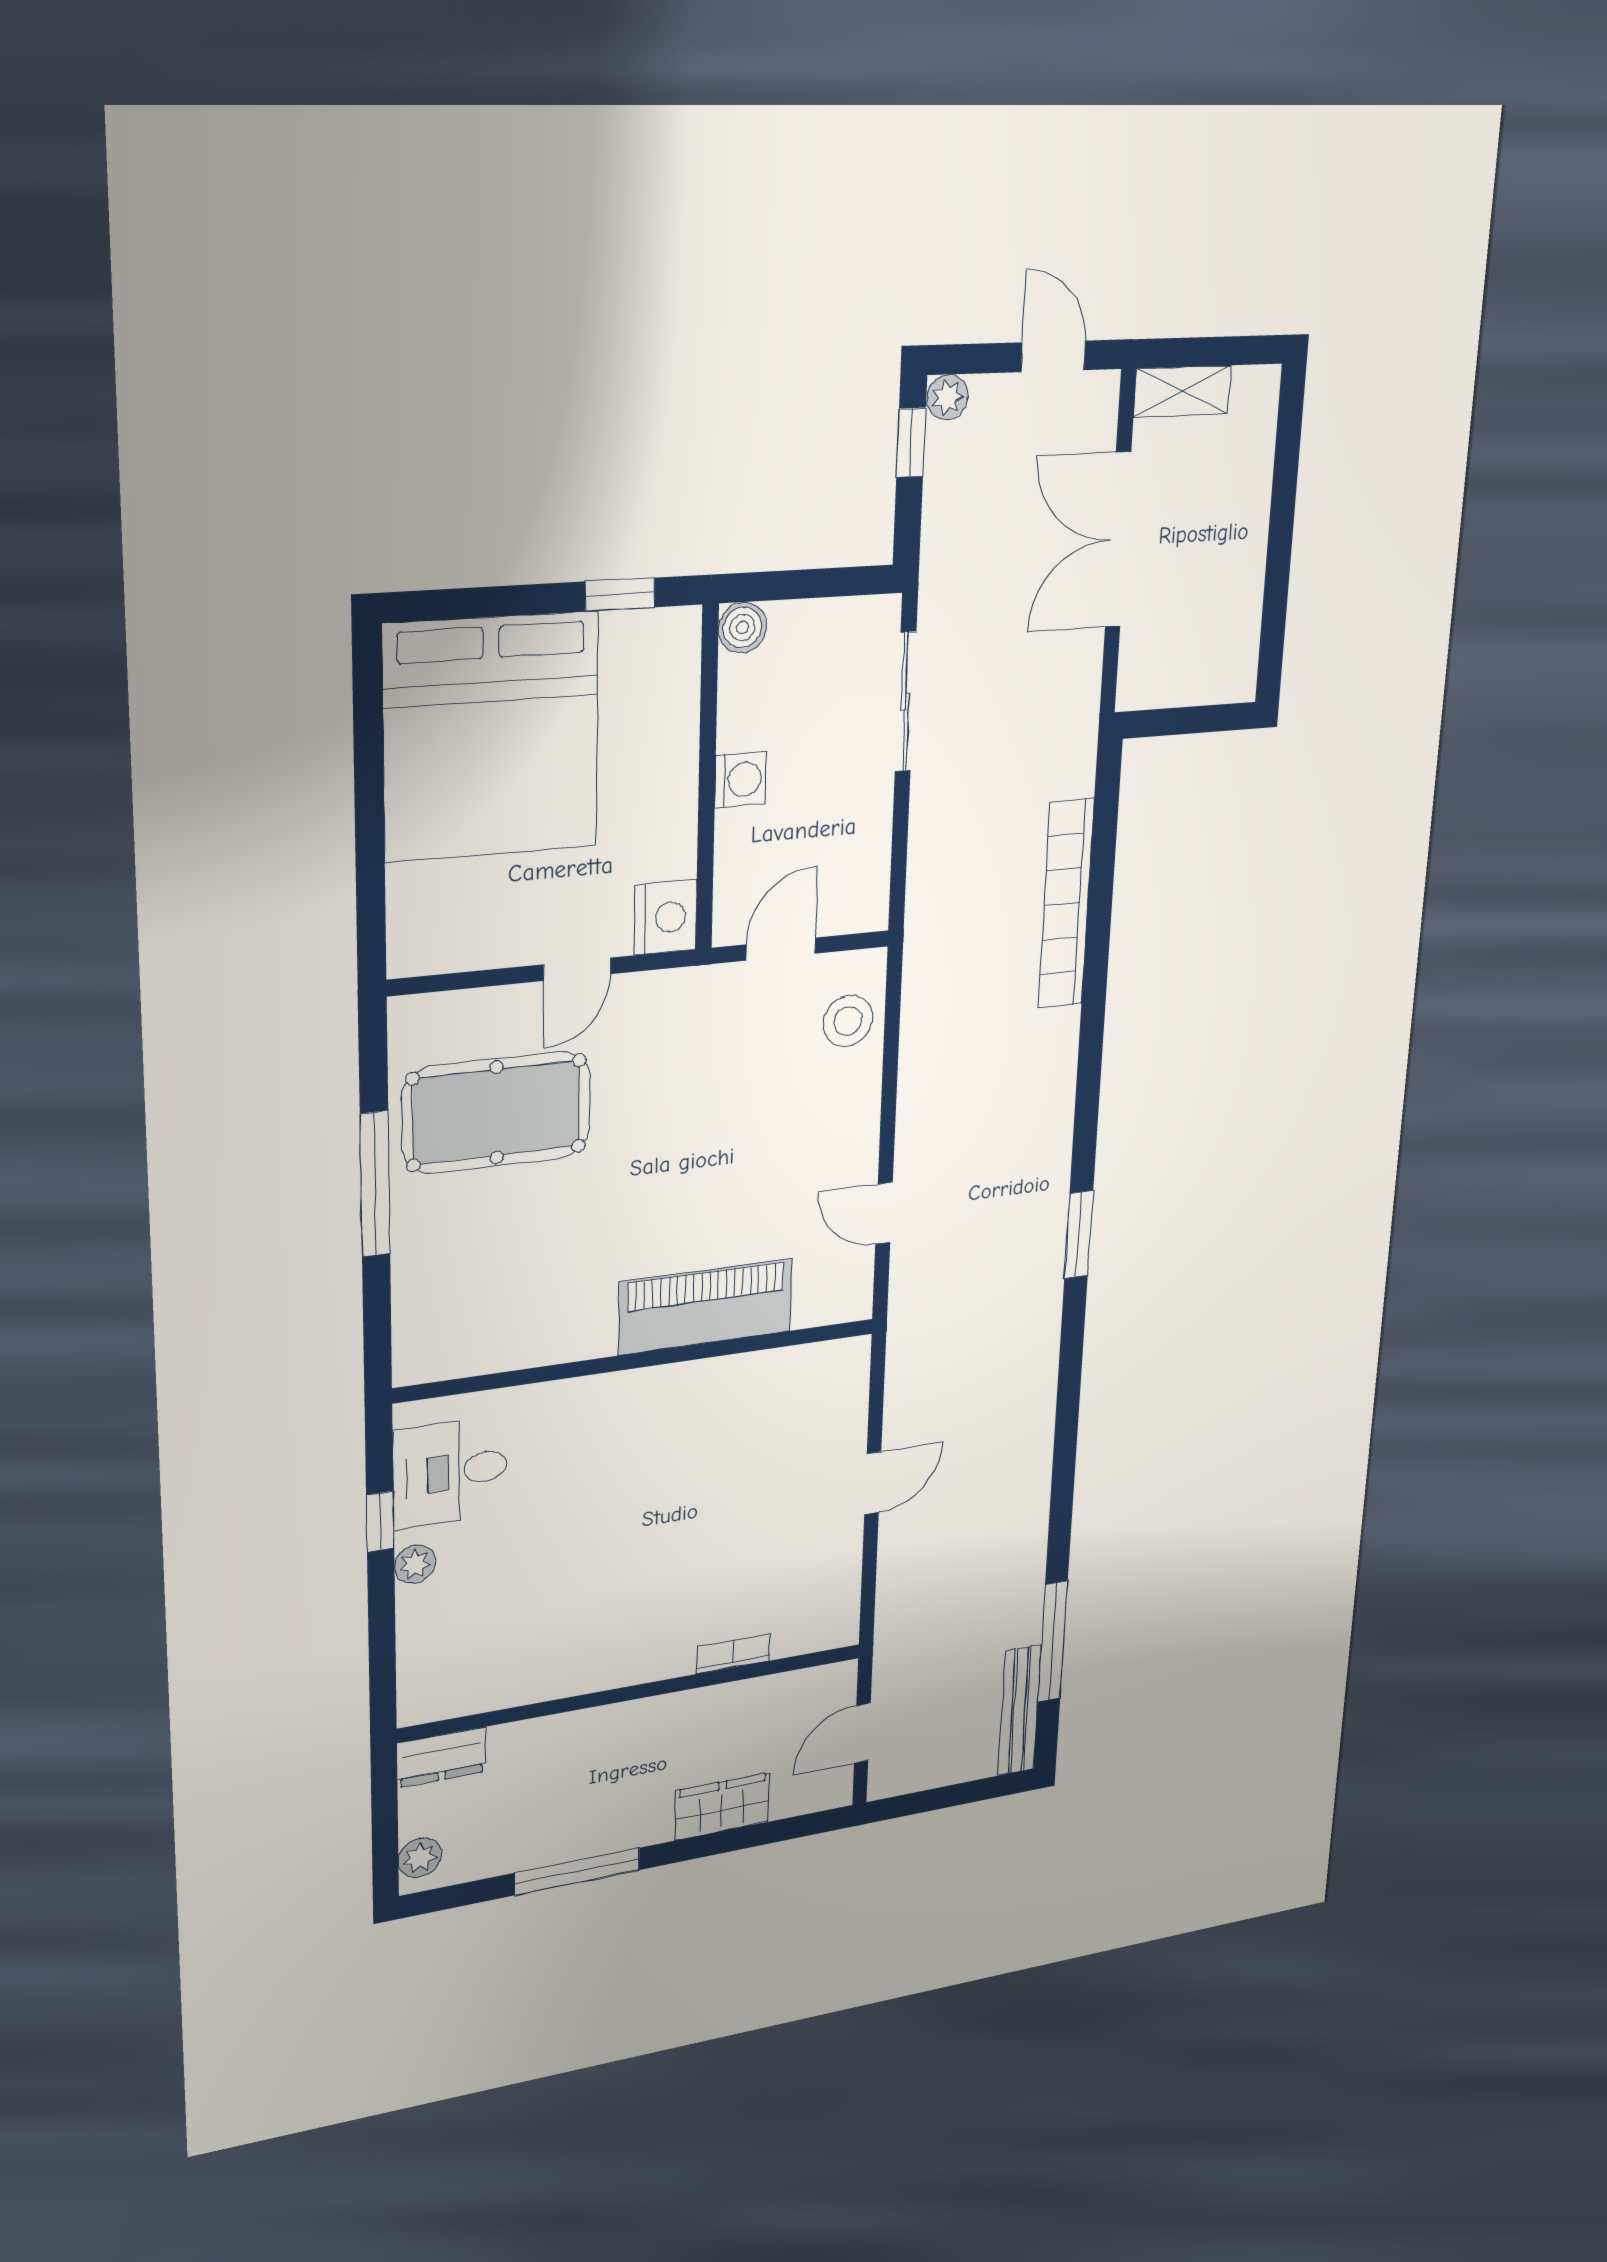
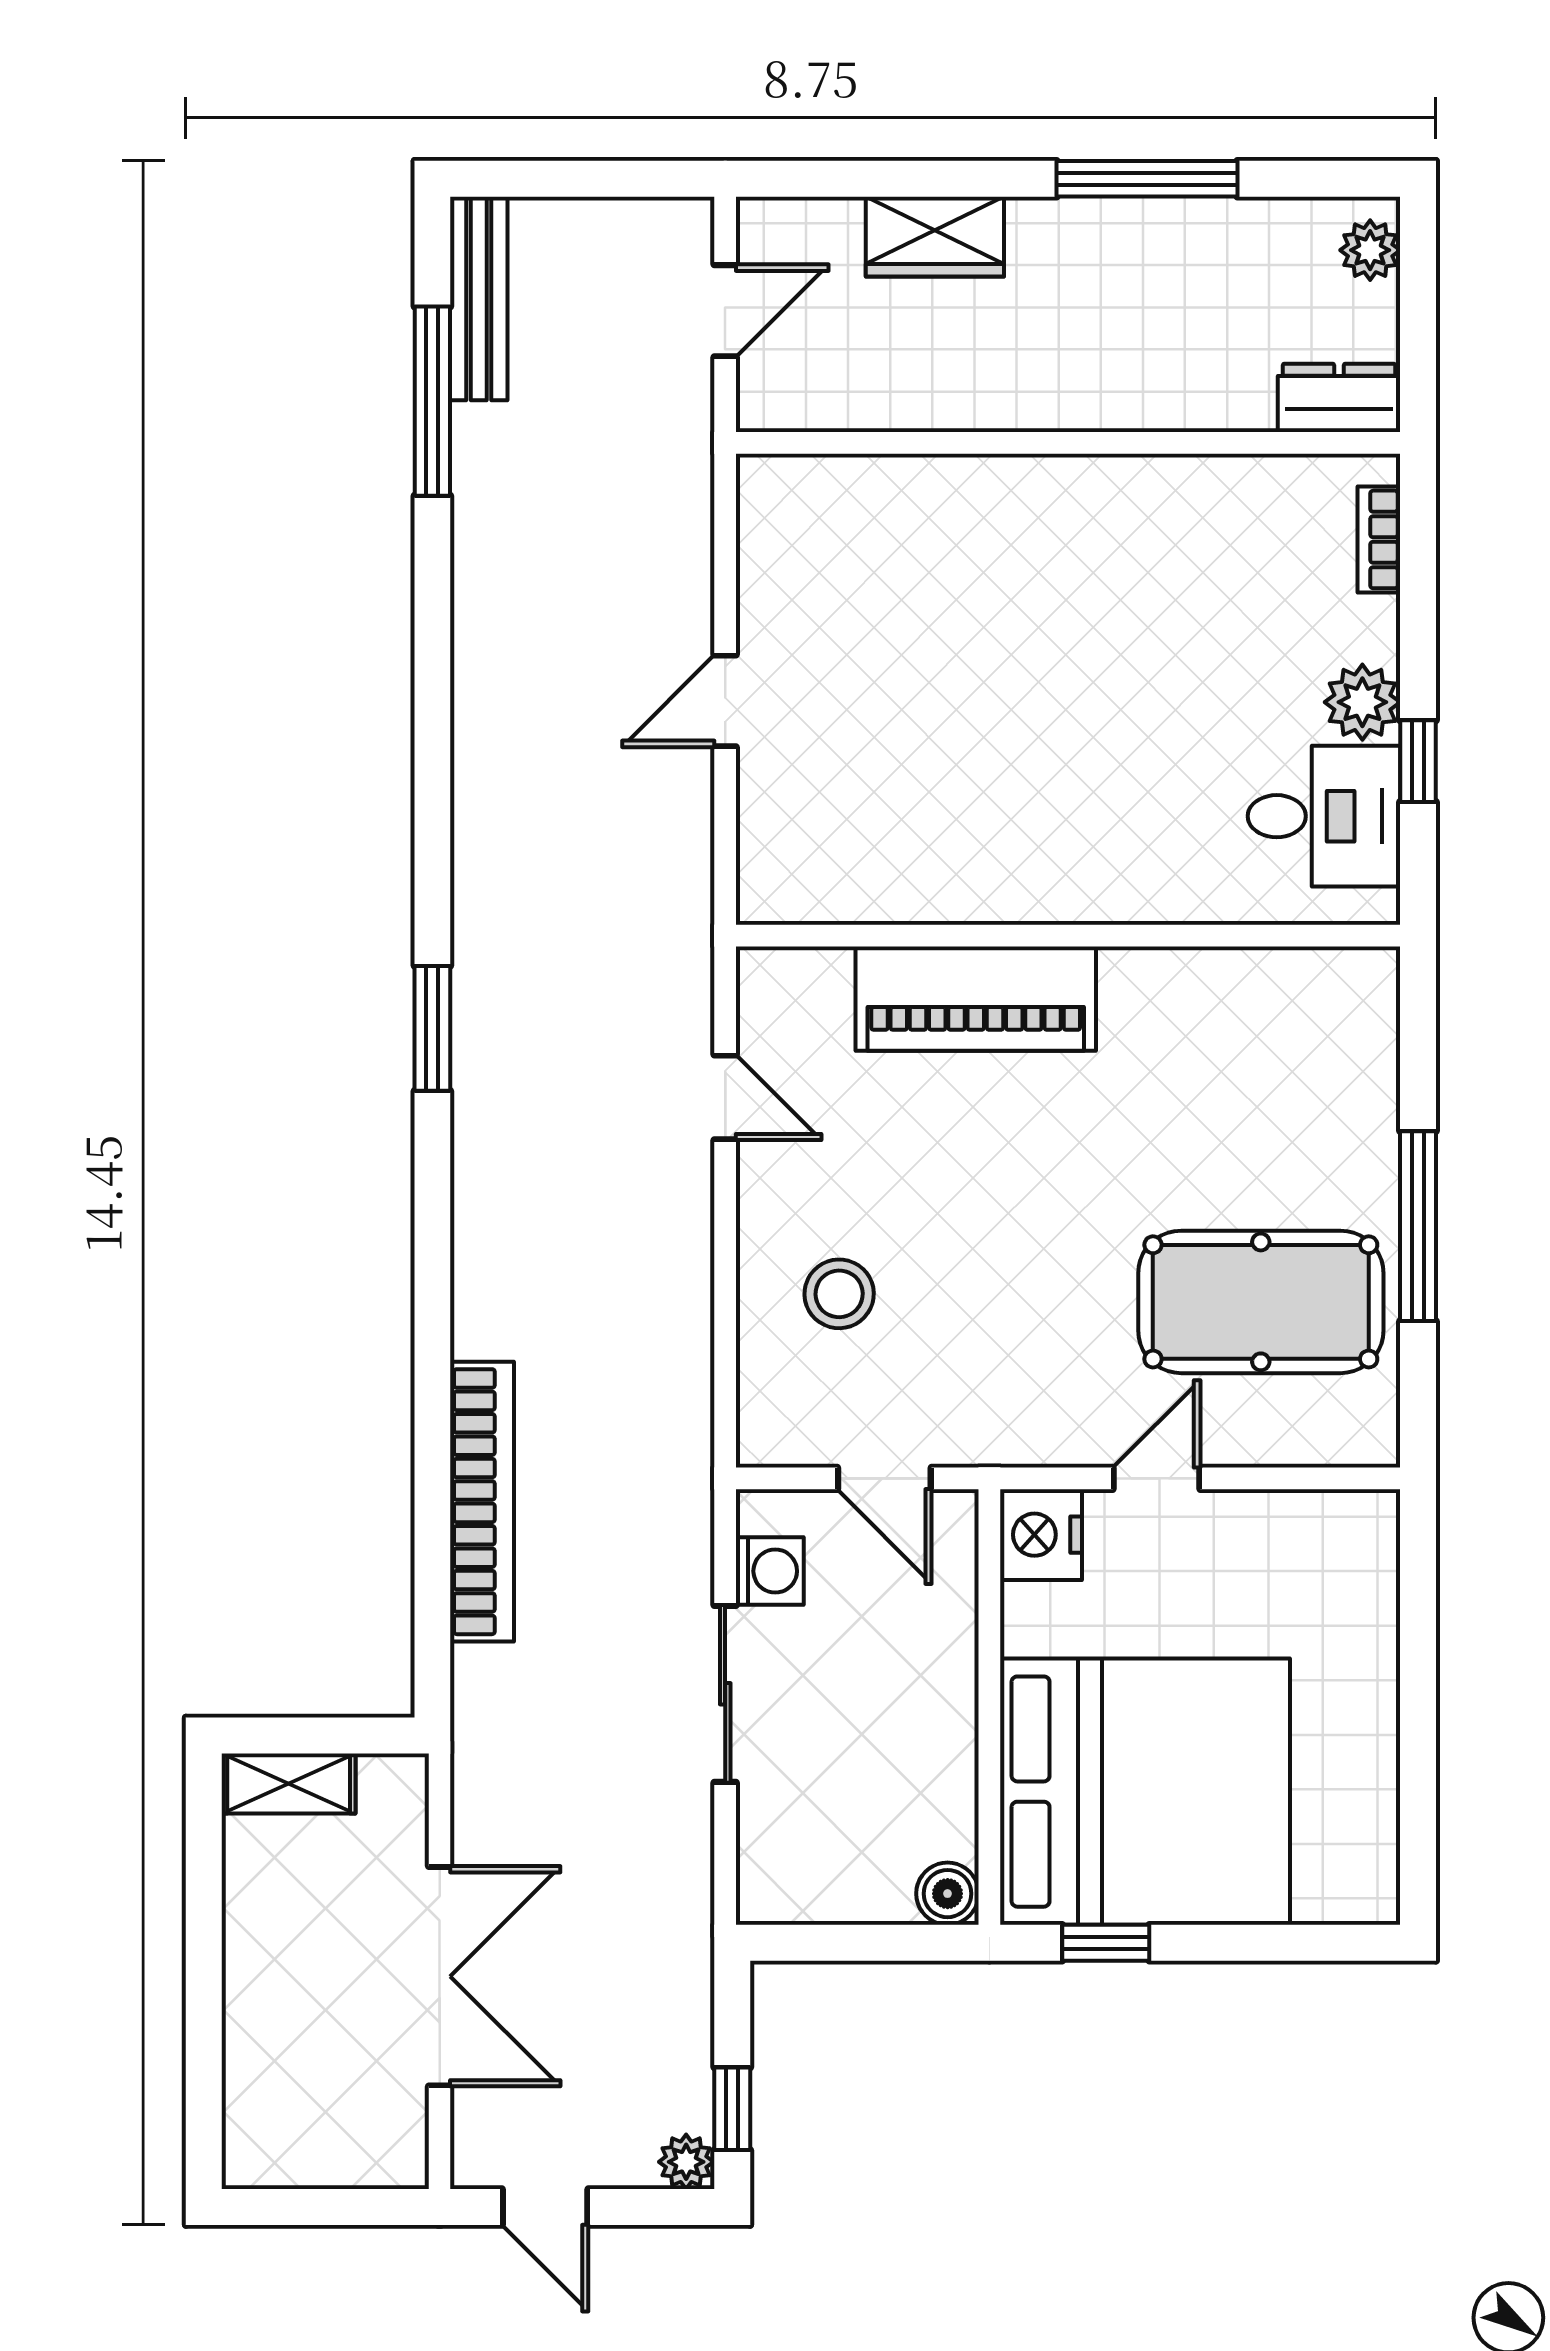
shelving: (1182, 391) -> (289, 1783), moved
sliding door: (905, 702) -> (725, 1694), moved
bed: (491, 737) -> (1145, 1792), moved, turned 90
washing machine: (741, 779) -> (770, 1571), moved, turned 180
door: (781, 949) -> (884, 1478), hinge flipped
stool: (848, 1021) -> (839, 1294), moved
plant: (415, 1564) -> (1362, 702), width x1.38, depth x1.38
bookcase: (733, 1654) -> (1379, 539), moved, turned 90

